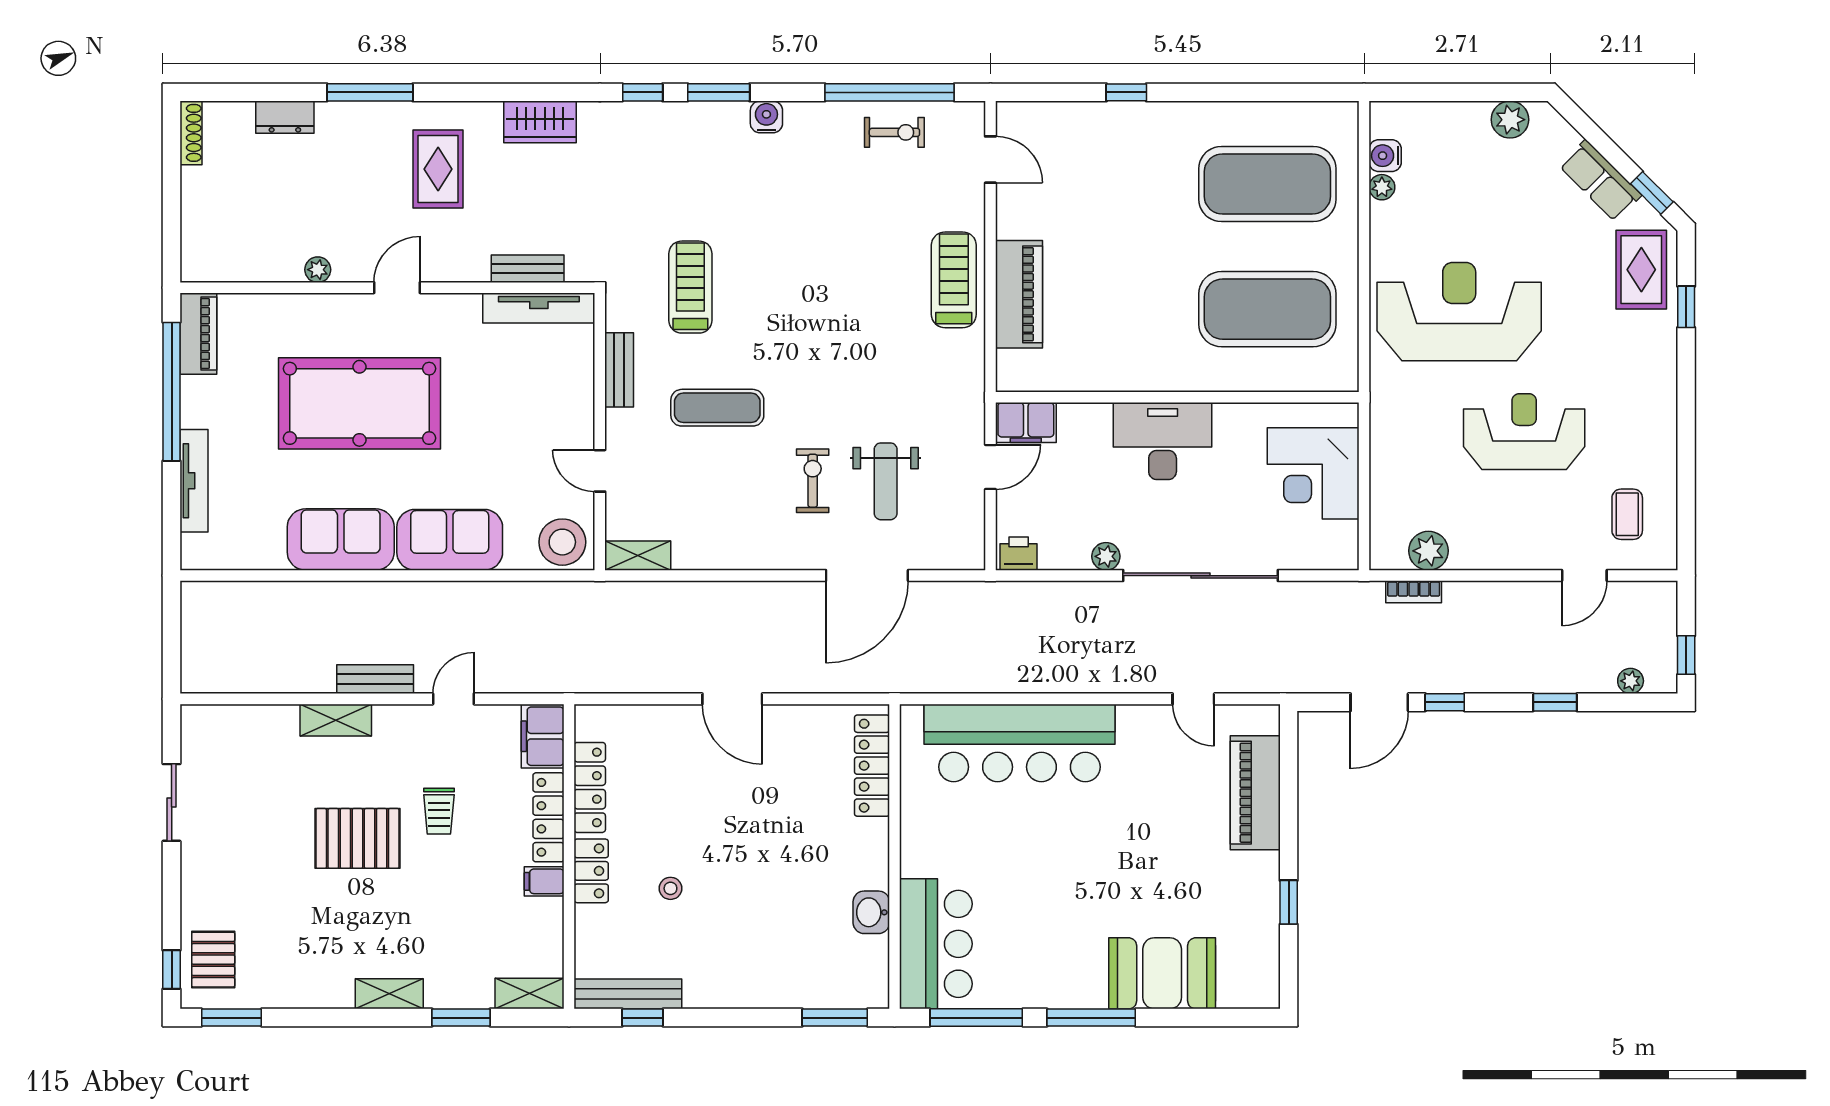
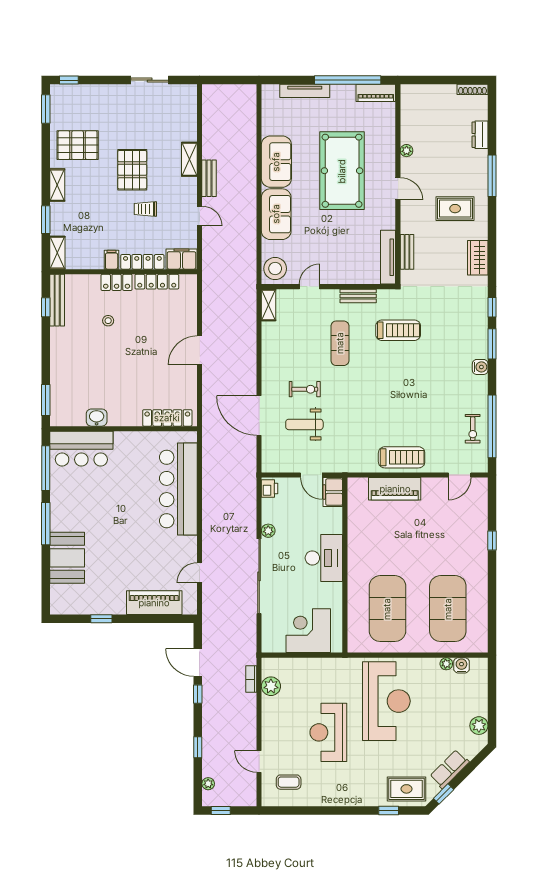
reception desk: (1524, 432) -> (328, 732), turned 180
pallet: (213, 960) -> (78, 145), moved, width x1.50, depth x1.42

